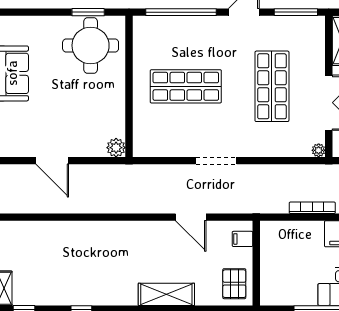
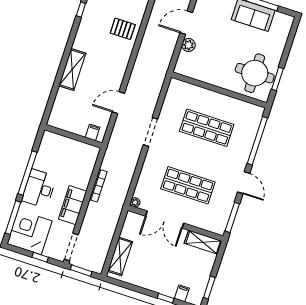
shop shelf: (186, 86) -> (207, 128), turned 90
plant: (116, 148) -> (189, 45), moved
pallet: (234, 284) -> (123, 29), moved

